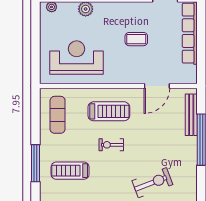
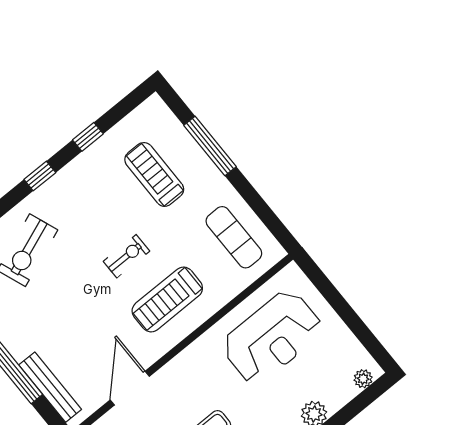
treadmill: (70, 171) -> (154, 174), turned -90

